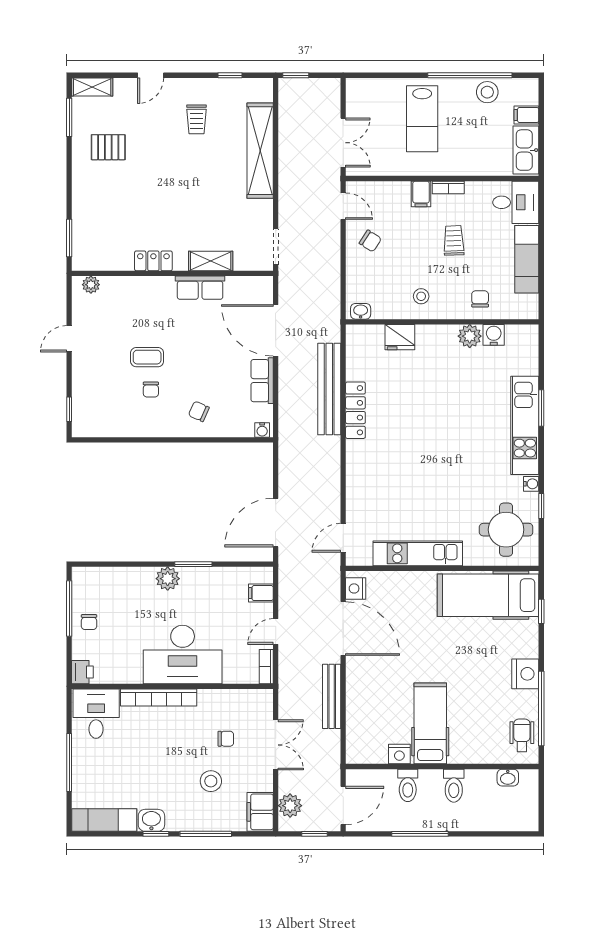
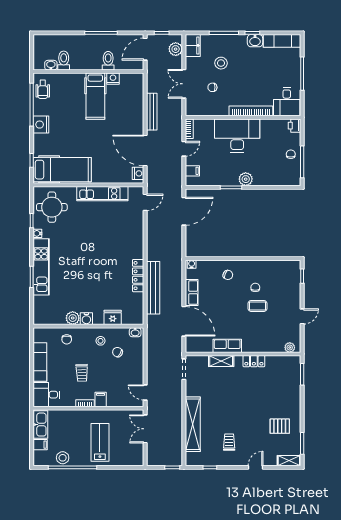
chair: (370, 241) -> (118, 352), moved
water cooler: (494, 335) -> (86, 319), moved
toilet: (454, 786) -> (64, 60), moved

